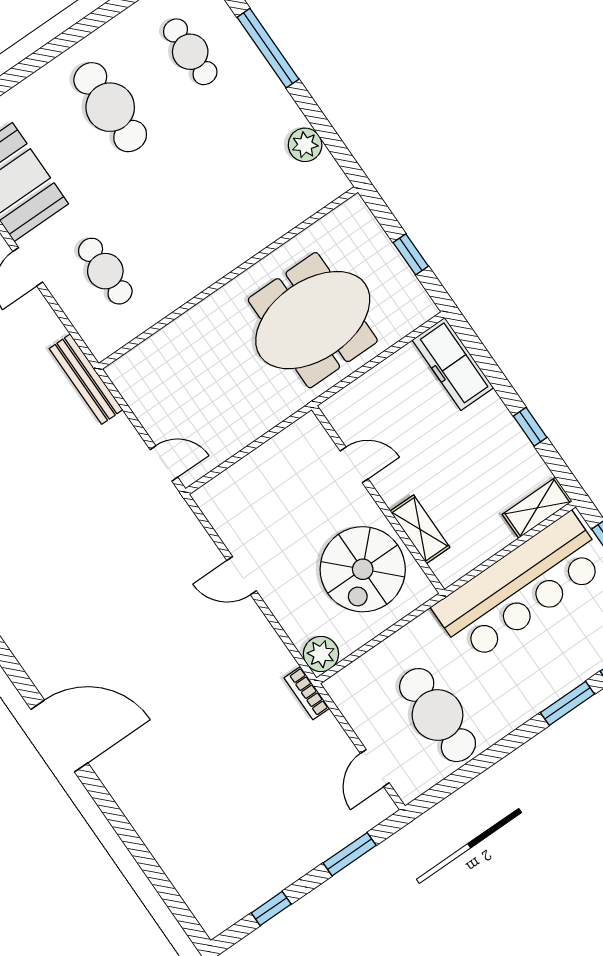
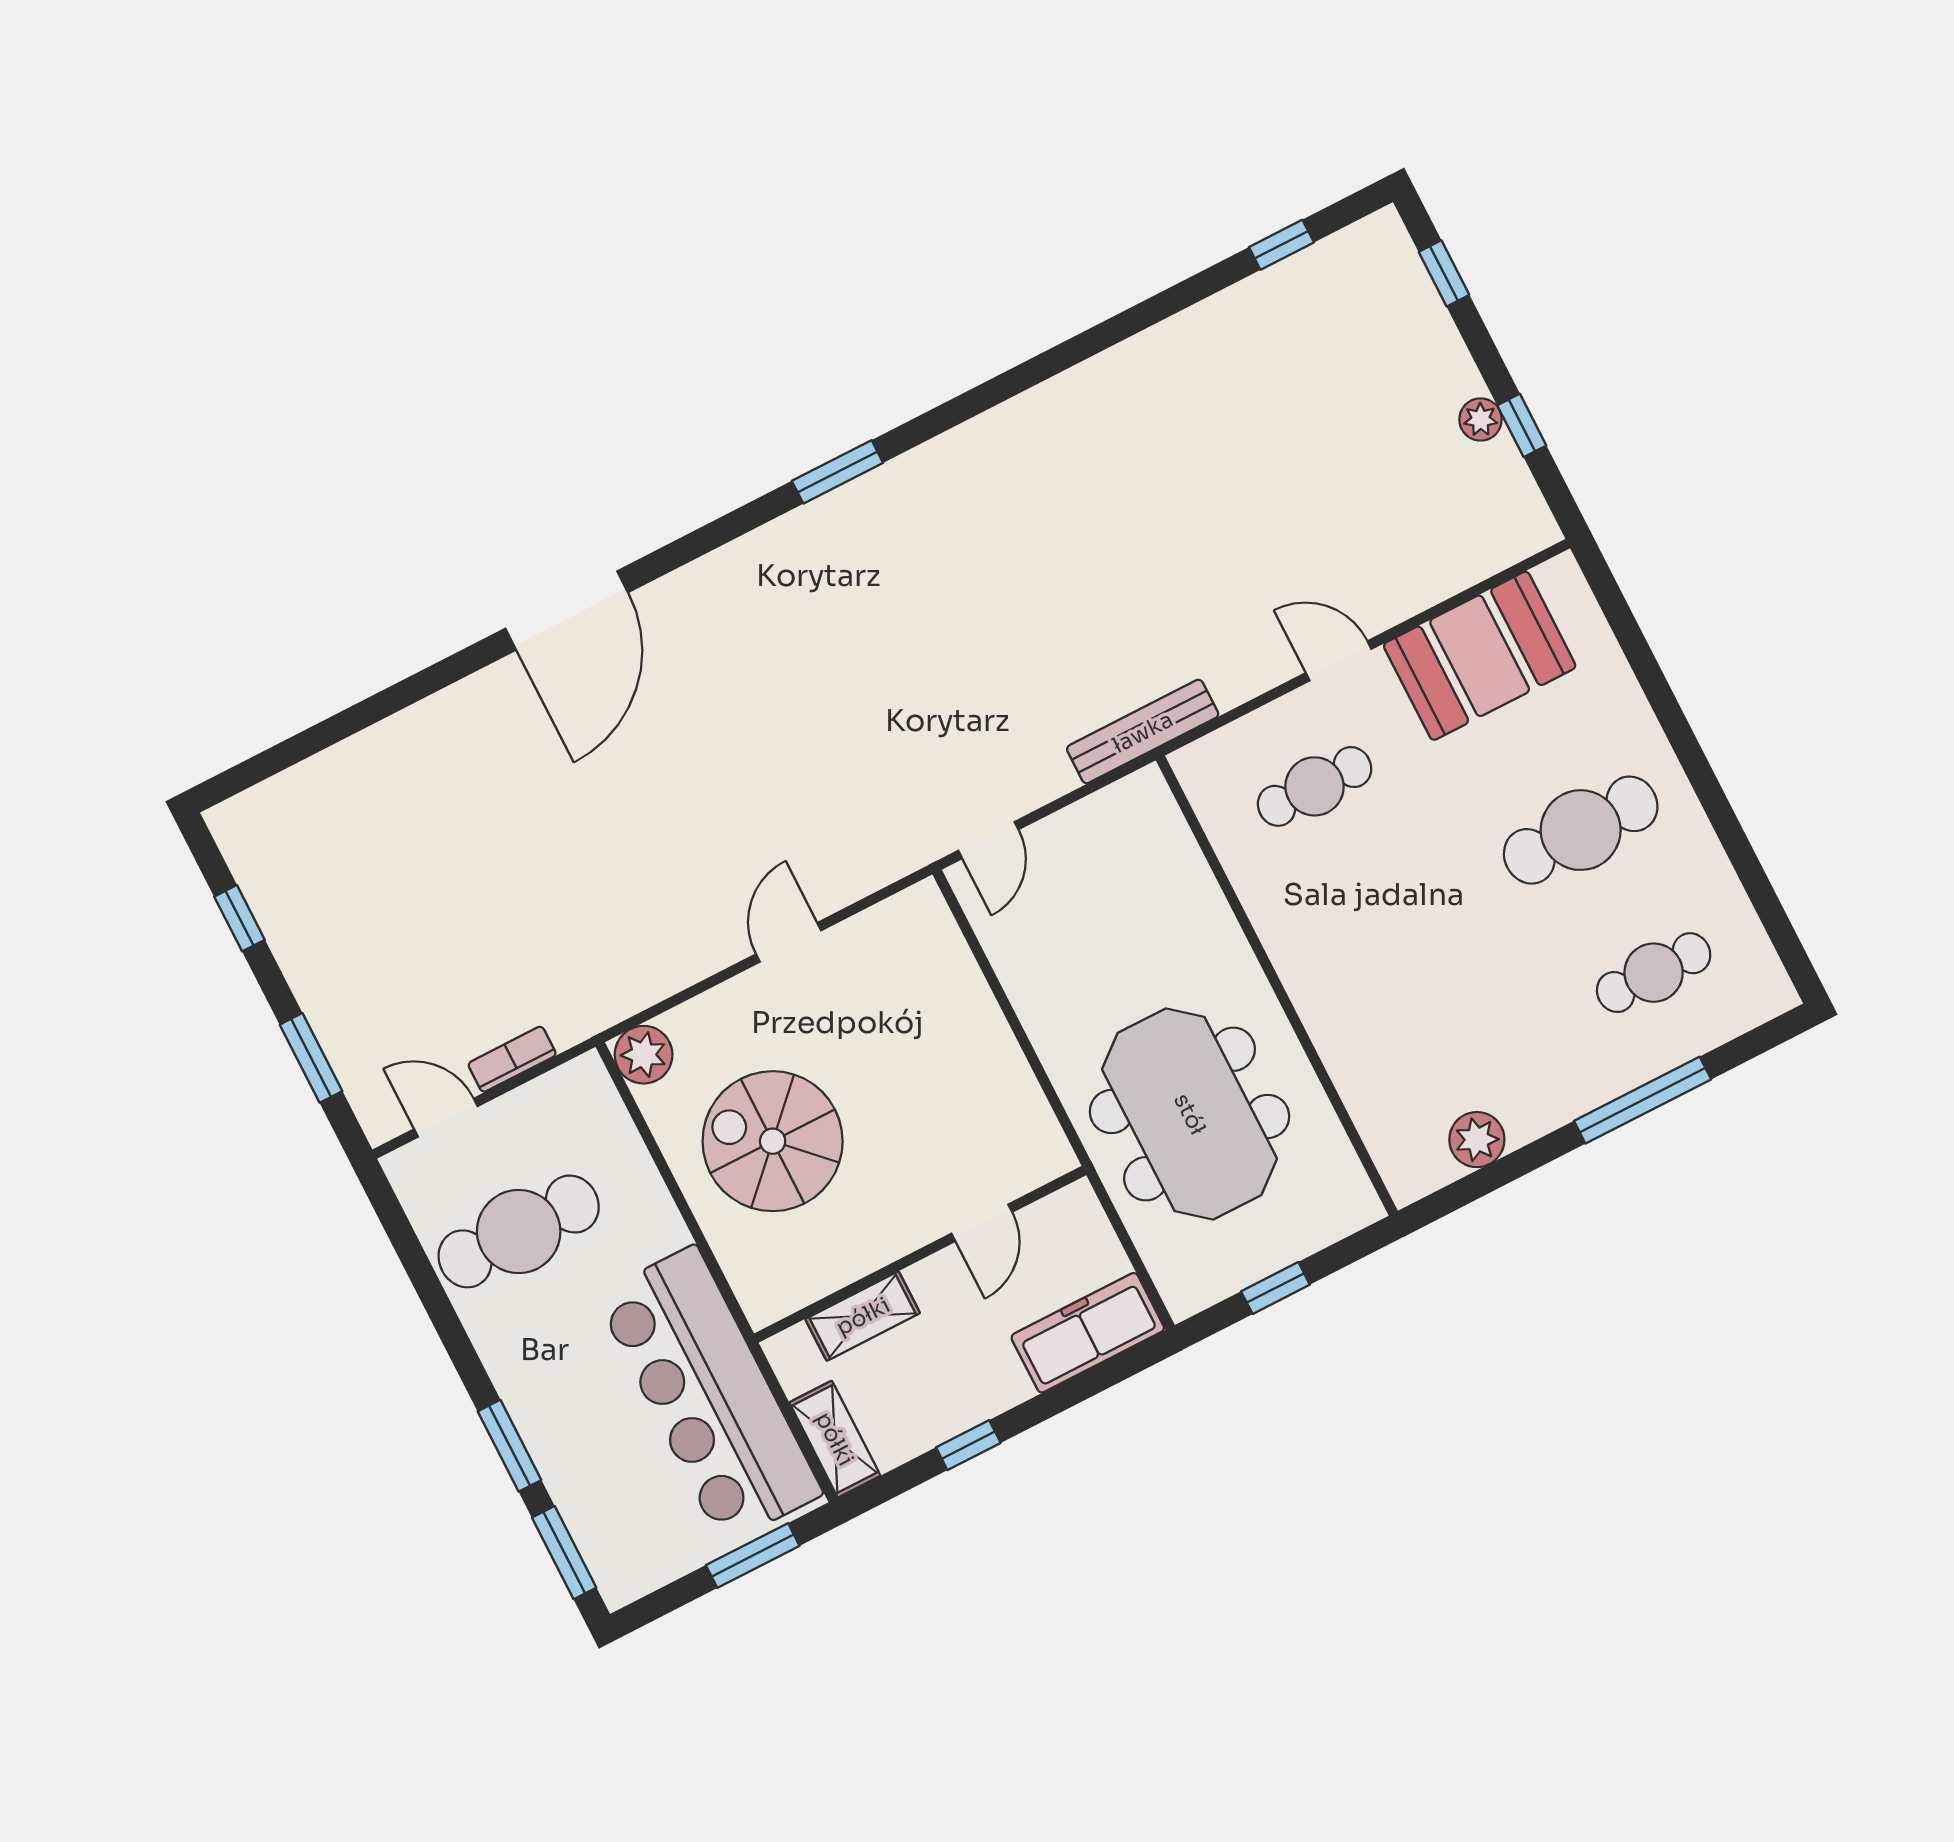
door: (354, 465) -> (982, 1223), moved
wall: (378, 500) -> (920, 1254), moved
shelving: (420, 529) -> (863, 1316), moved
bookcase: (307, 693) -> (512, 1059), moved

